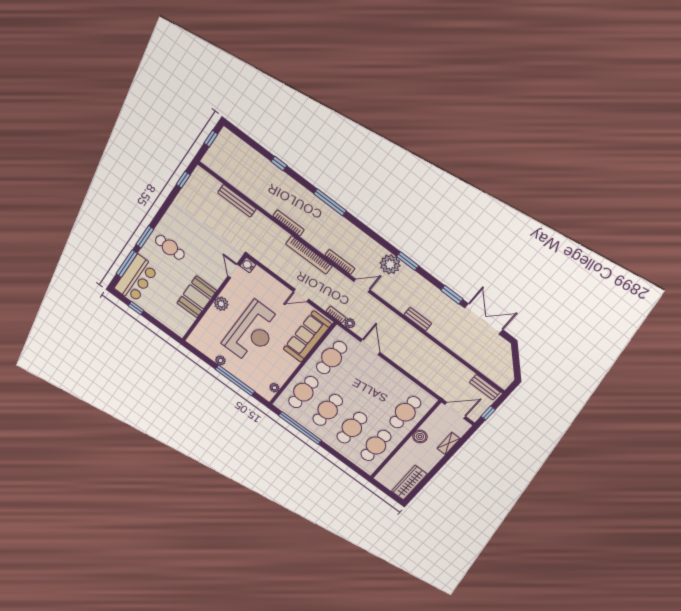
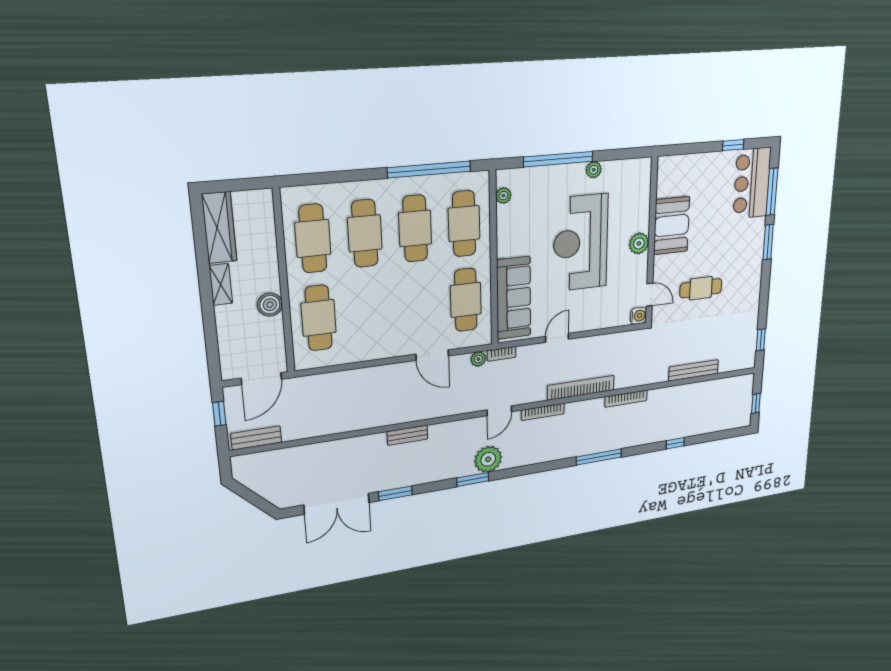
cafe table: (170, 247) -> (701, 288), moved
shelving: (448, 443) -> (221, 284), moved

